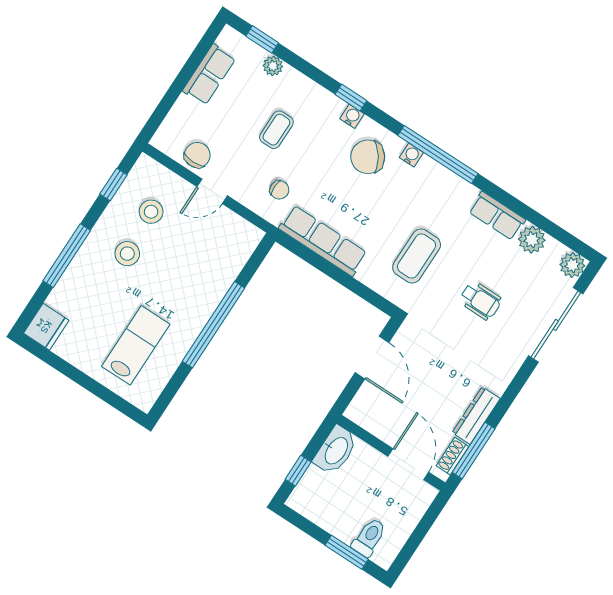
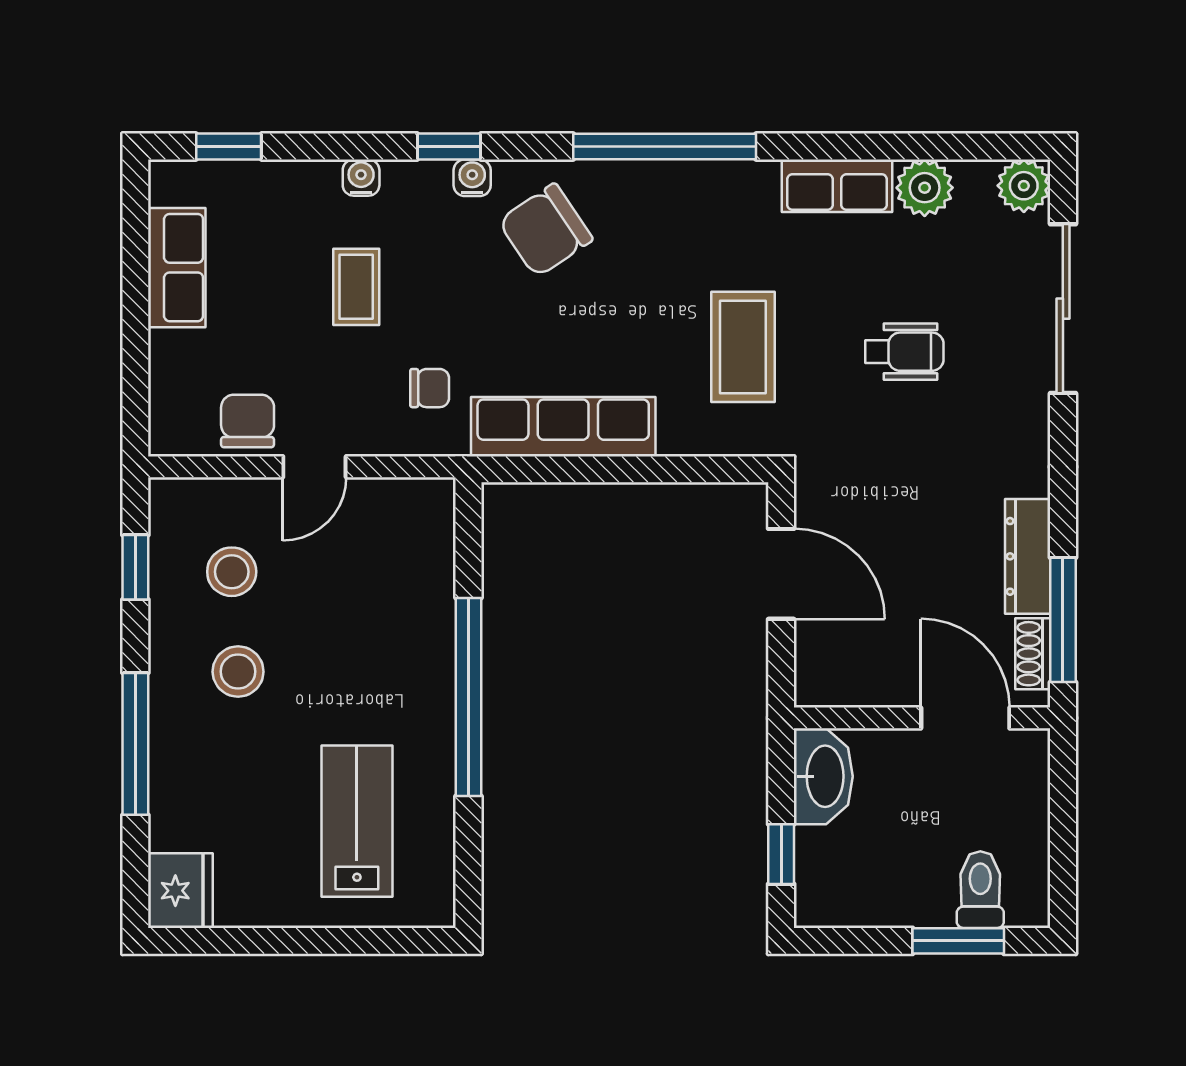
plant: (273, 66) -> (278, 180), removed
water cooler: (411, 155) -> (361, 178), moved

